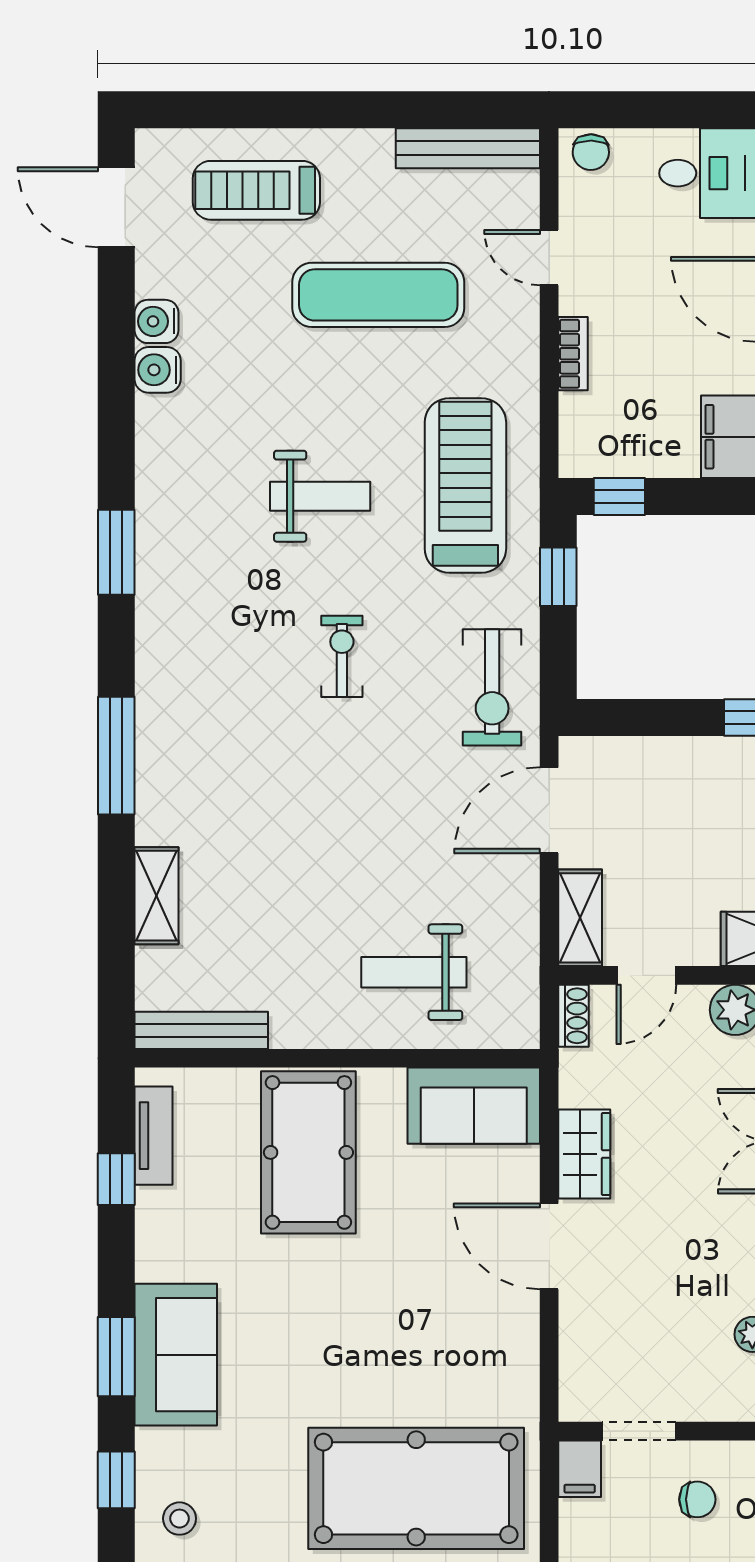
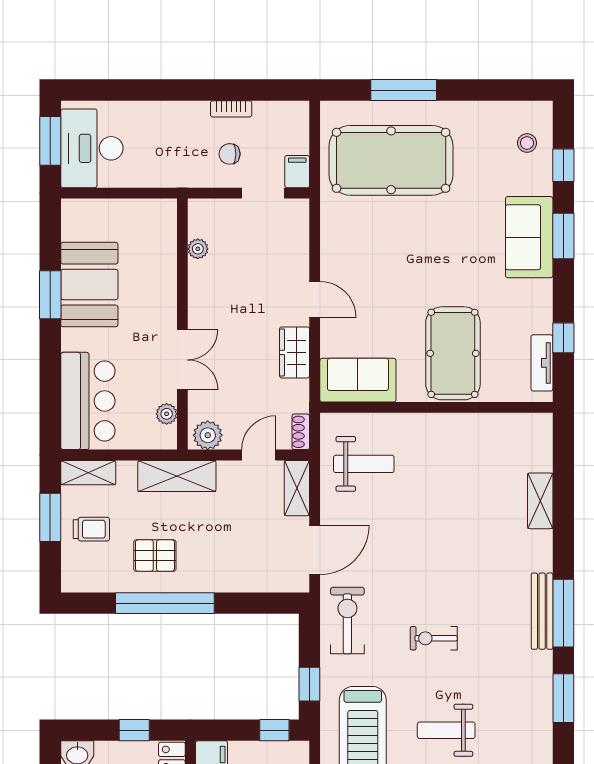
exercise bike: (342, 656) -> (434, 638), turned 90
window: (116, 756) -> (563, 613), moved
weight bench: (414, 972) -> (364, 464), moved
bench: (201, 1030) -> (542, 611), moved, turned 90
door: (549, 1246) -> (315, 299), width x0.73

